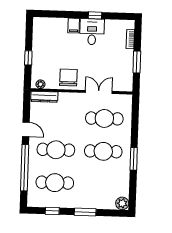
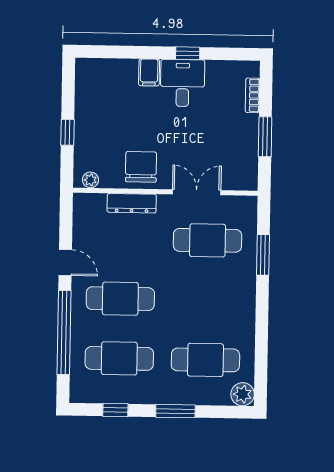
dresser: (44, 97) -> (132, 203), moved
cafe table: (103, 151) -> (205, 360), moved
window: (134, 159) -> (263, 255), moved

